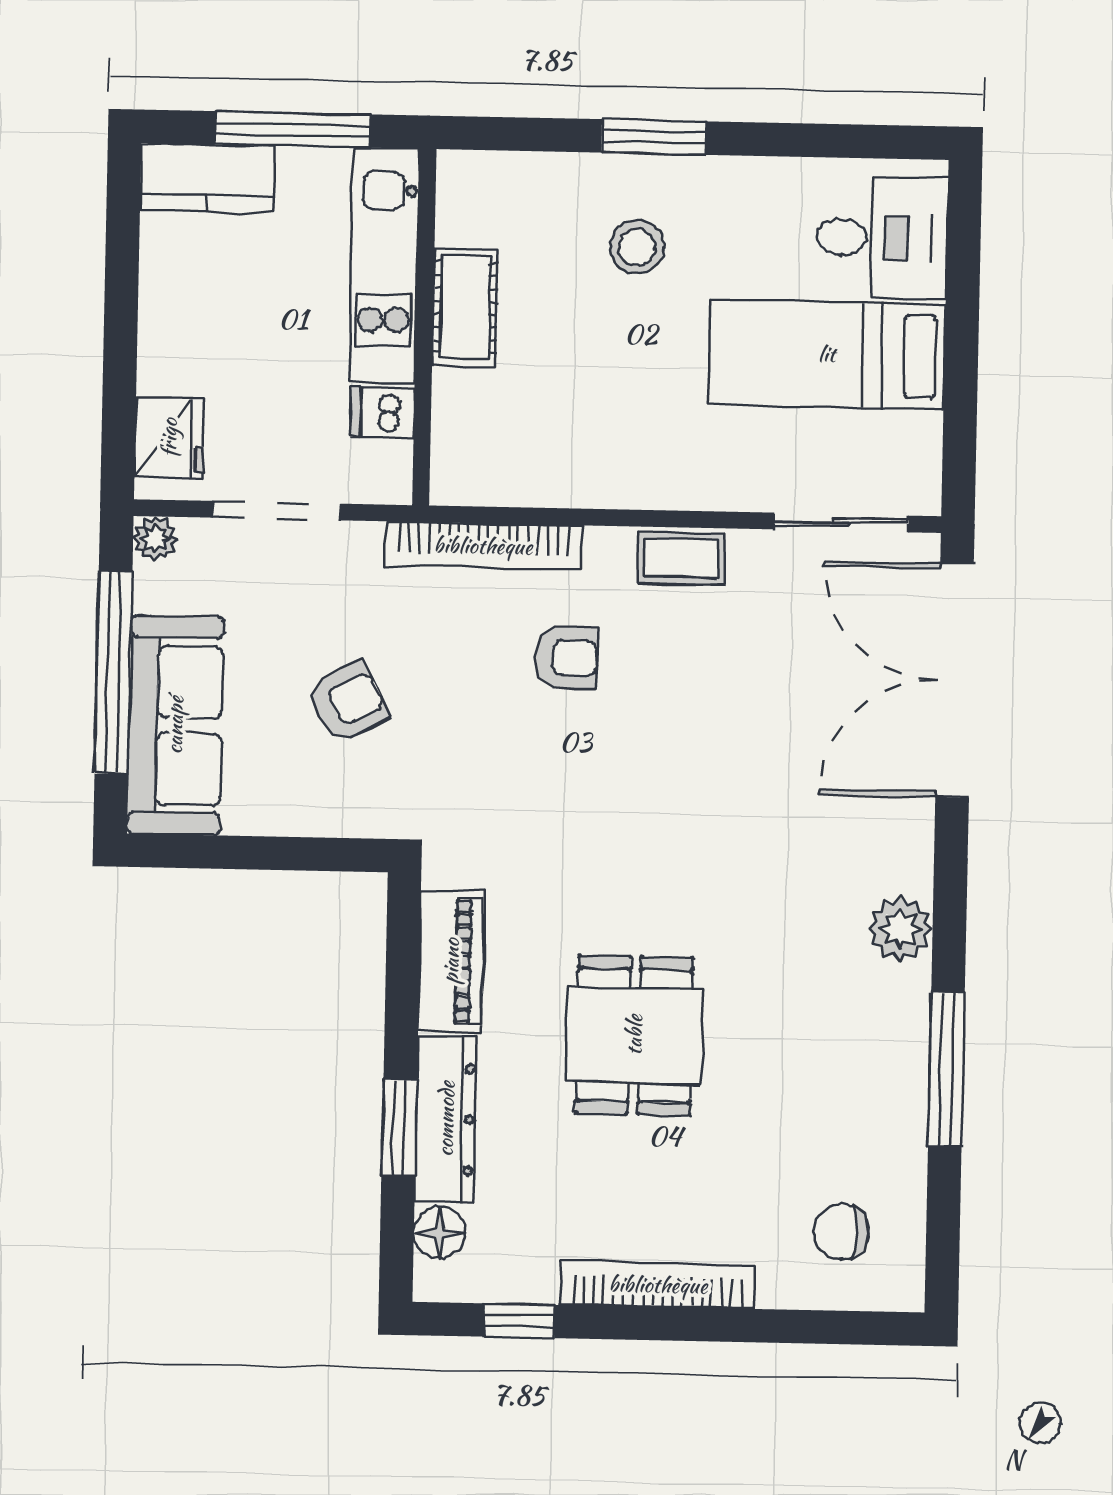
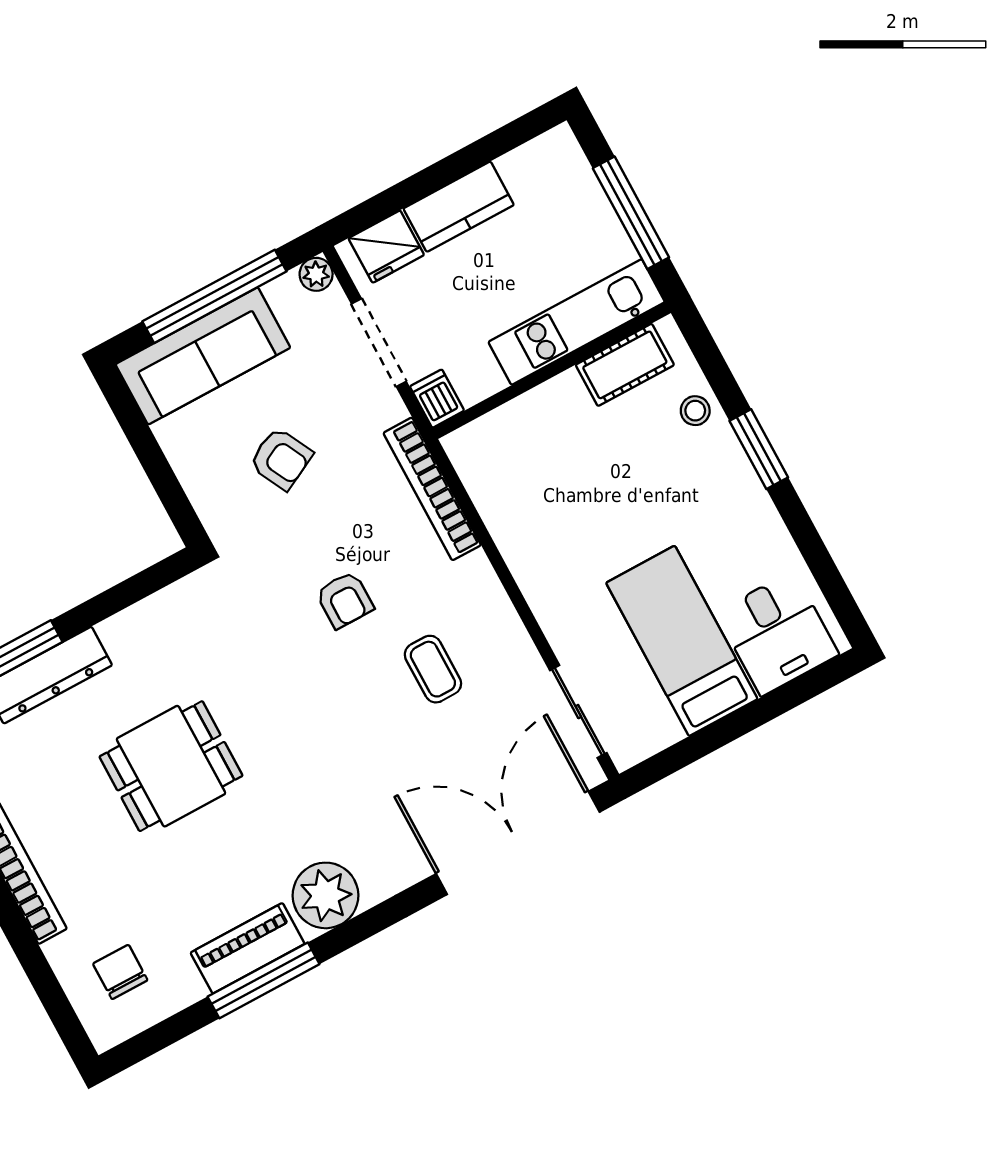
kitchen counter: (207, 178) -> (459, 207), moved, turned -90
stool: (637, 247) -> (695, 411), moved, width x0.73, depth x0.73
cot: (465, 308) -> (625, 365), moved
dishwasher: (382, 412) -> (437, 399), moved
coffee table: (682, 558) -> (433, 669), moved
armchair: (566, 658) -> (345, 600), moved
plant: (900, 929) -> (325, 895), width x1.36, depth x1.36
piano: (451, 961) -> (248, 948), moved, turned 180

